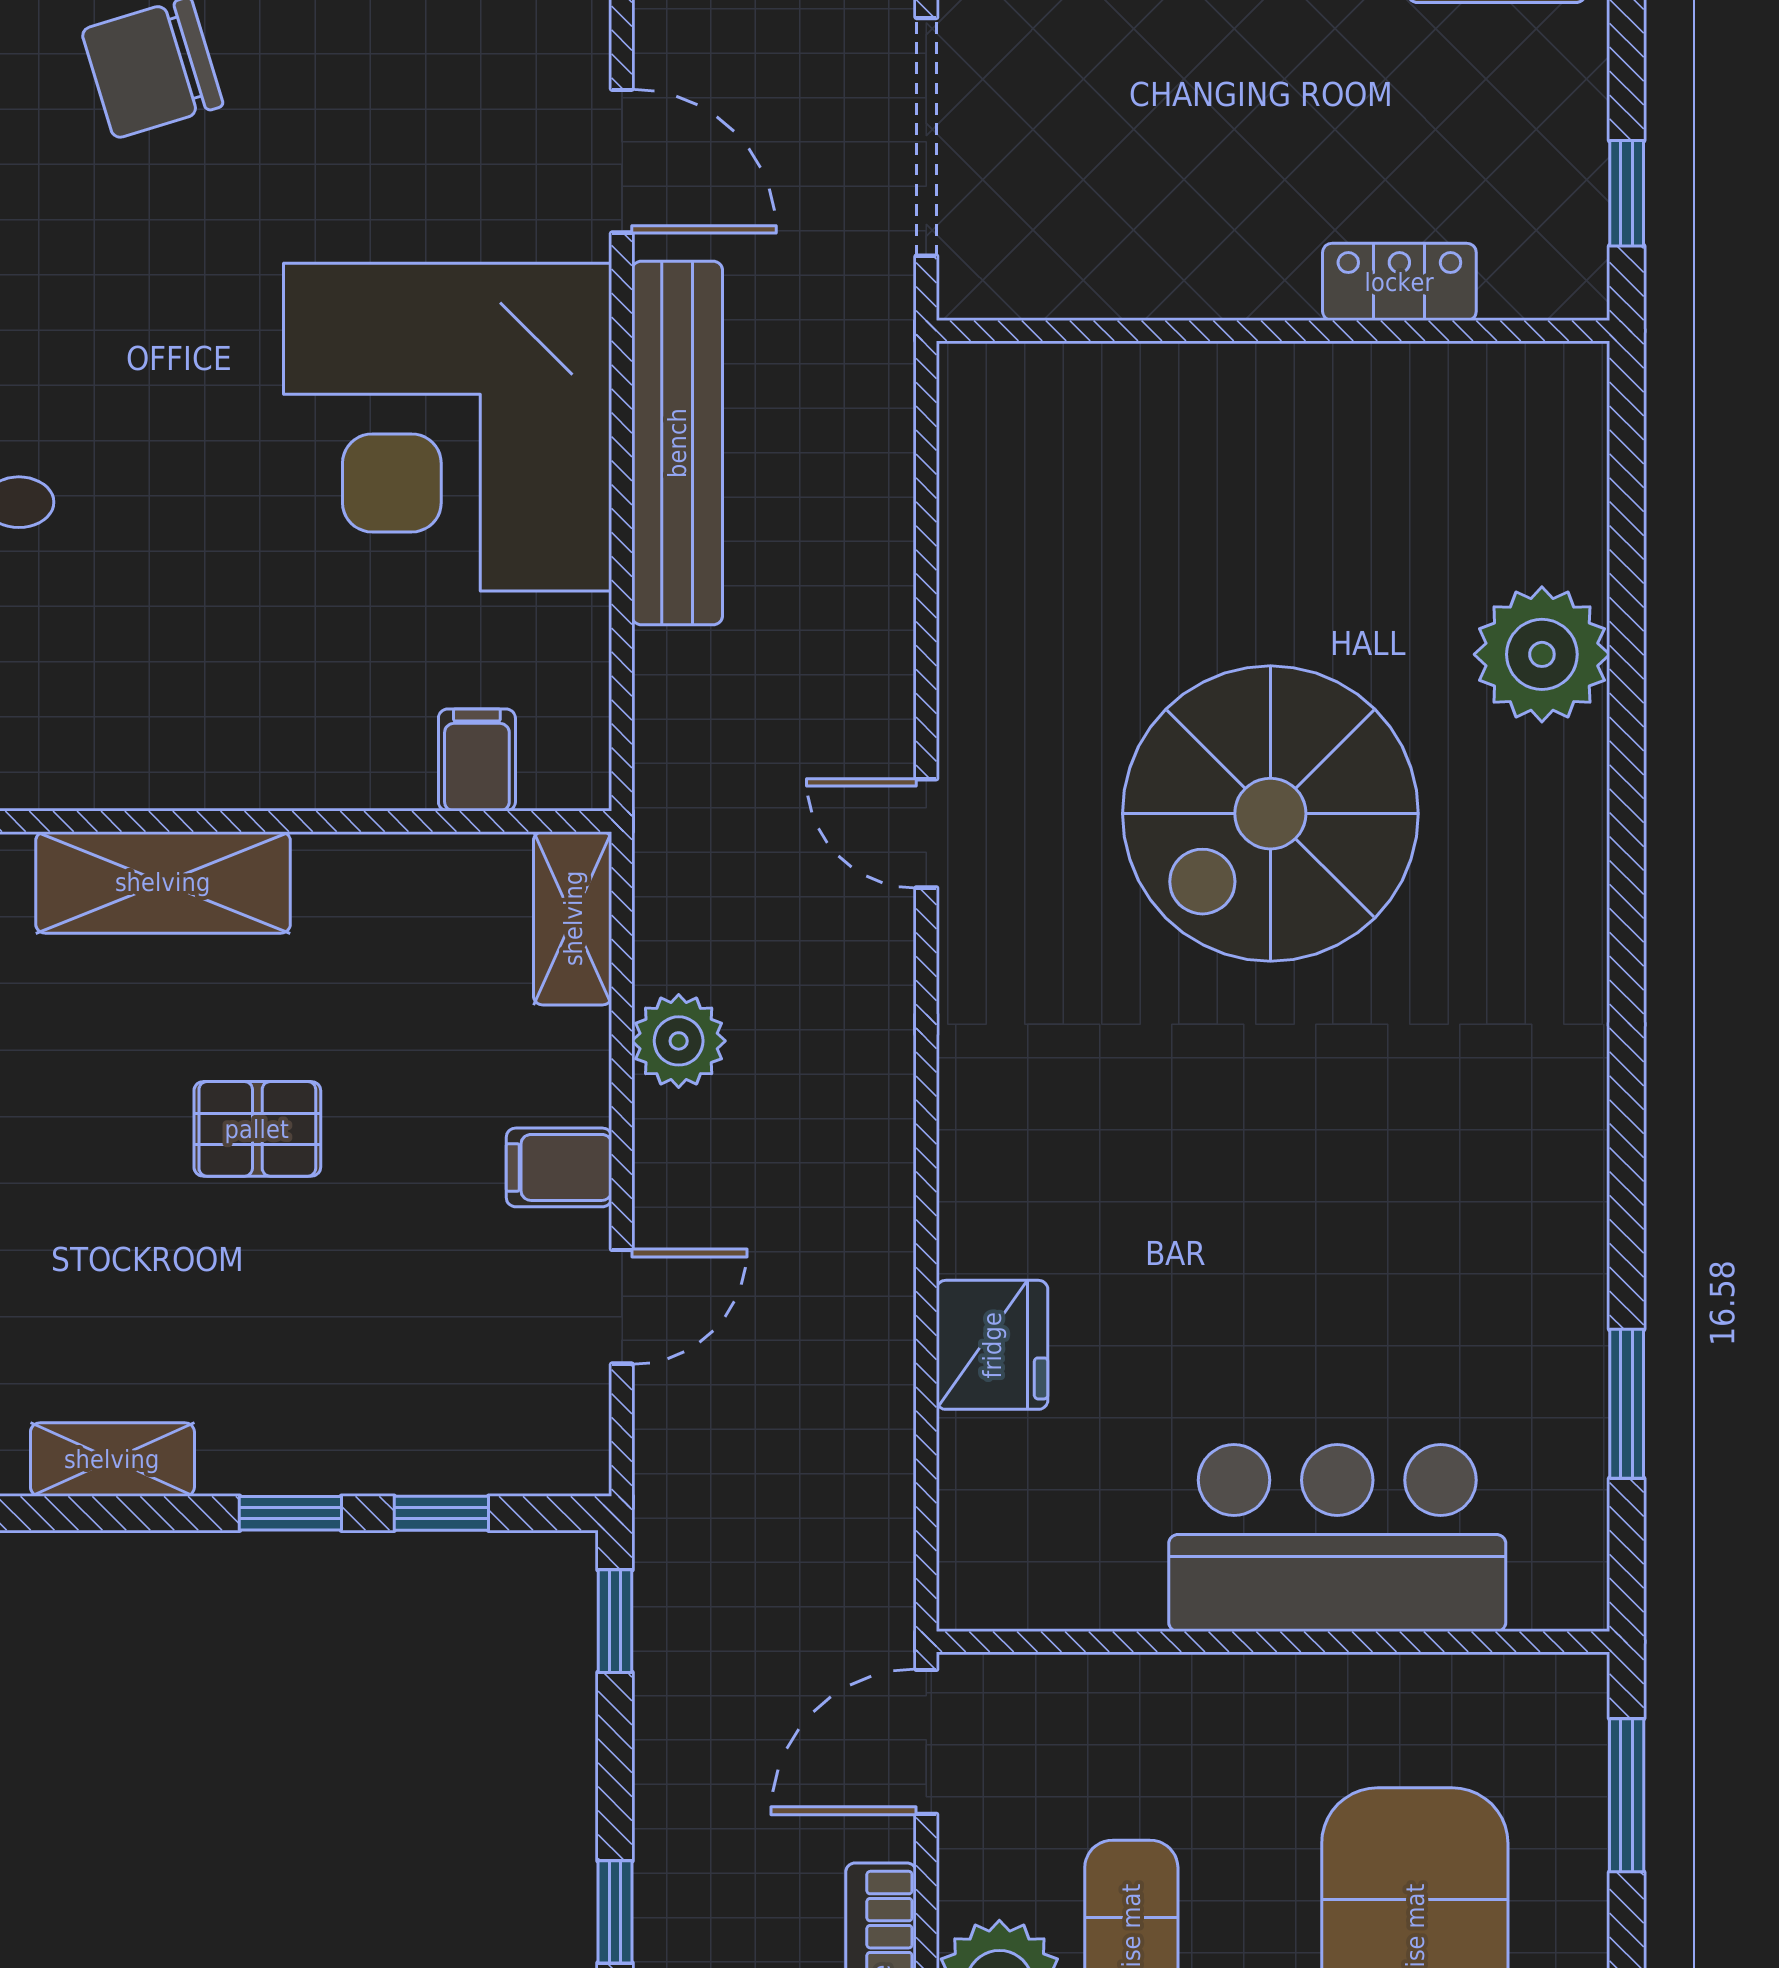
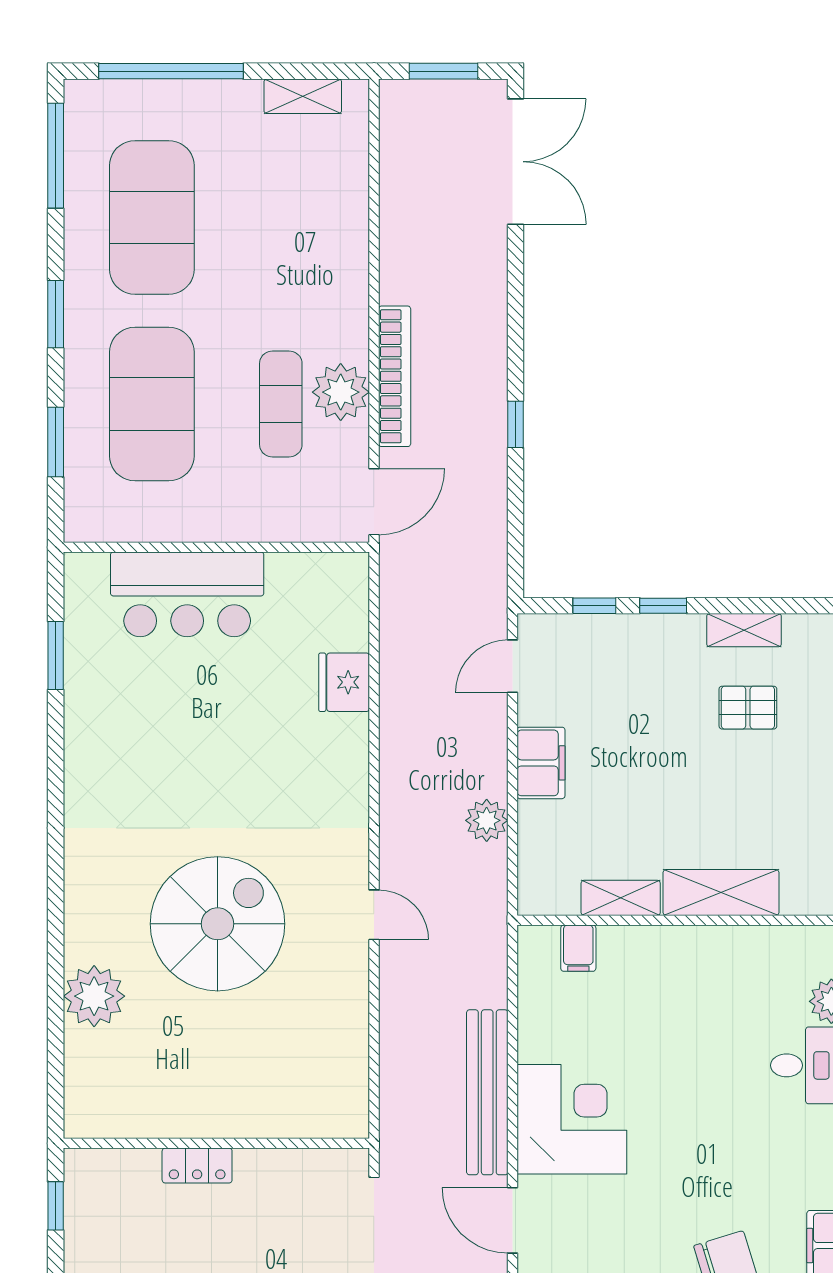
locker: (1399, 282) -> (197, 1166), moved
corner desk: (448, 427) -> (572, 1119), width x0.74, depth x0.74
shelving: (573, 918) -> (621, 898), moved, turned 90
pallet: (257, 1129) -> (748, 708), moved
filing cabinet: (559, 1167) -> (541, 763), width x2.00
door: (622, 1307) -> (512, 666), moved
window: (615, 1621) -> (516, 557), removed
window: (1627, 1795) -> (56, 442), moved

